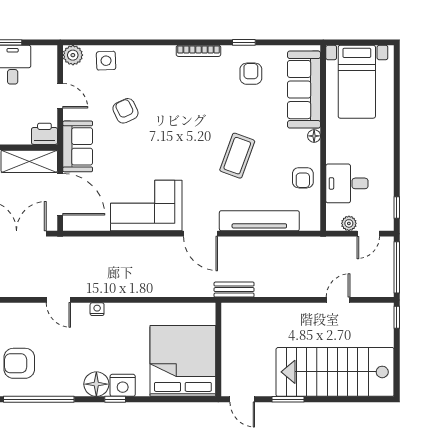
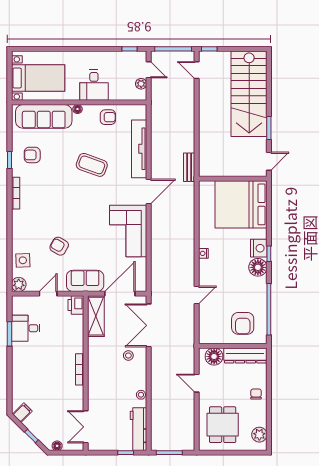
armchair: (125, 111) -> (59, 246), turned 55
desk: (347, 183) -> (94, 85), moved
door: (338, 300) -> (197, 70), moved
nightstand: (97, 309) -> (203, 253), moved

